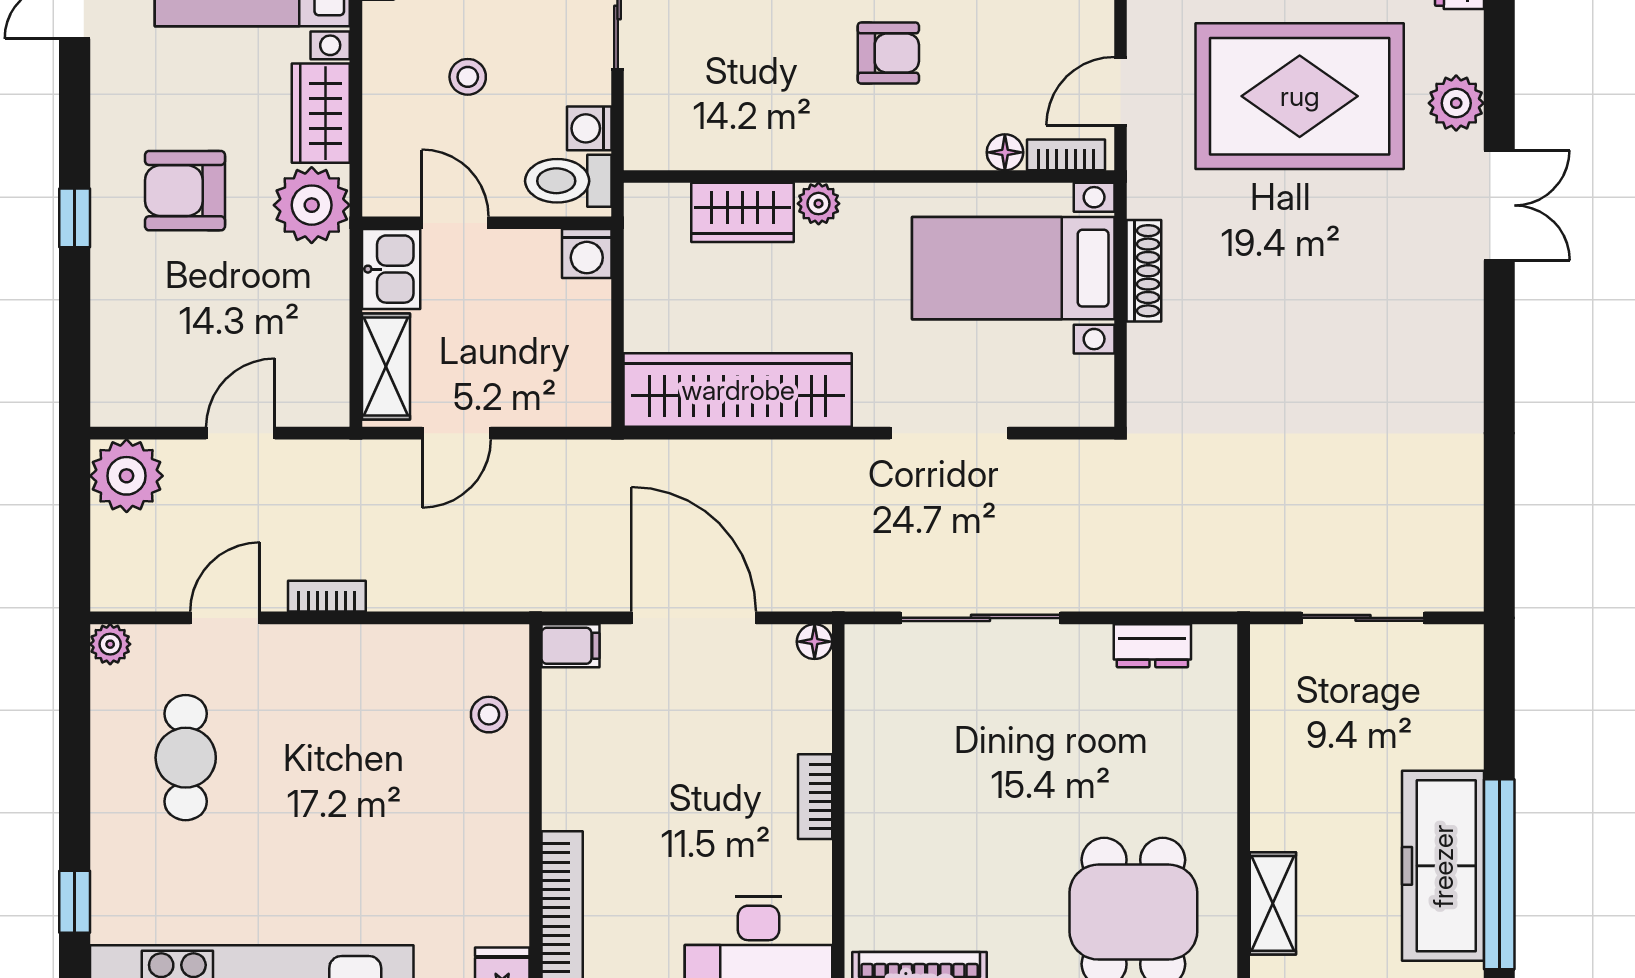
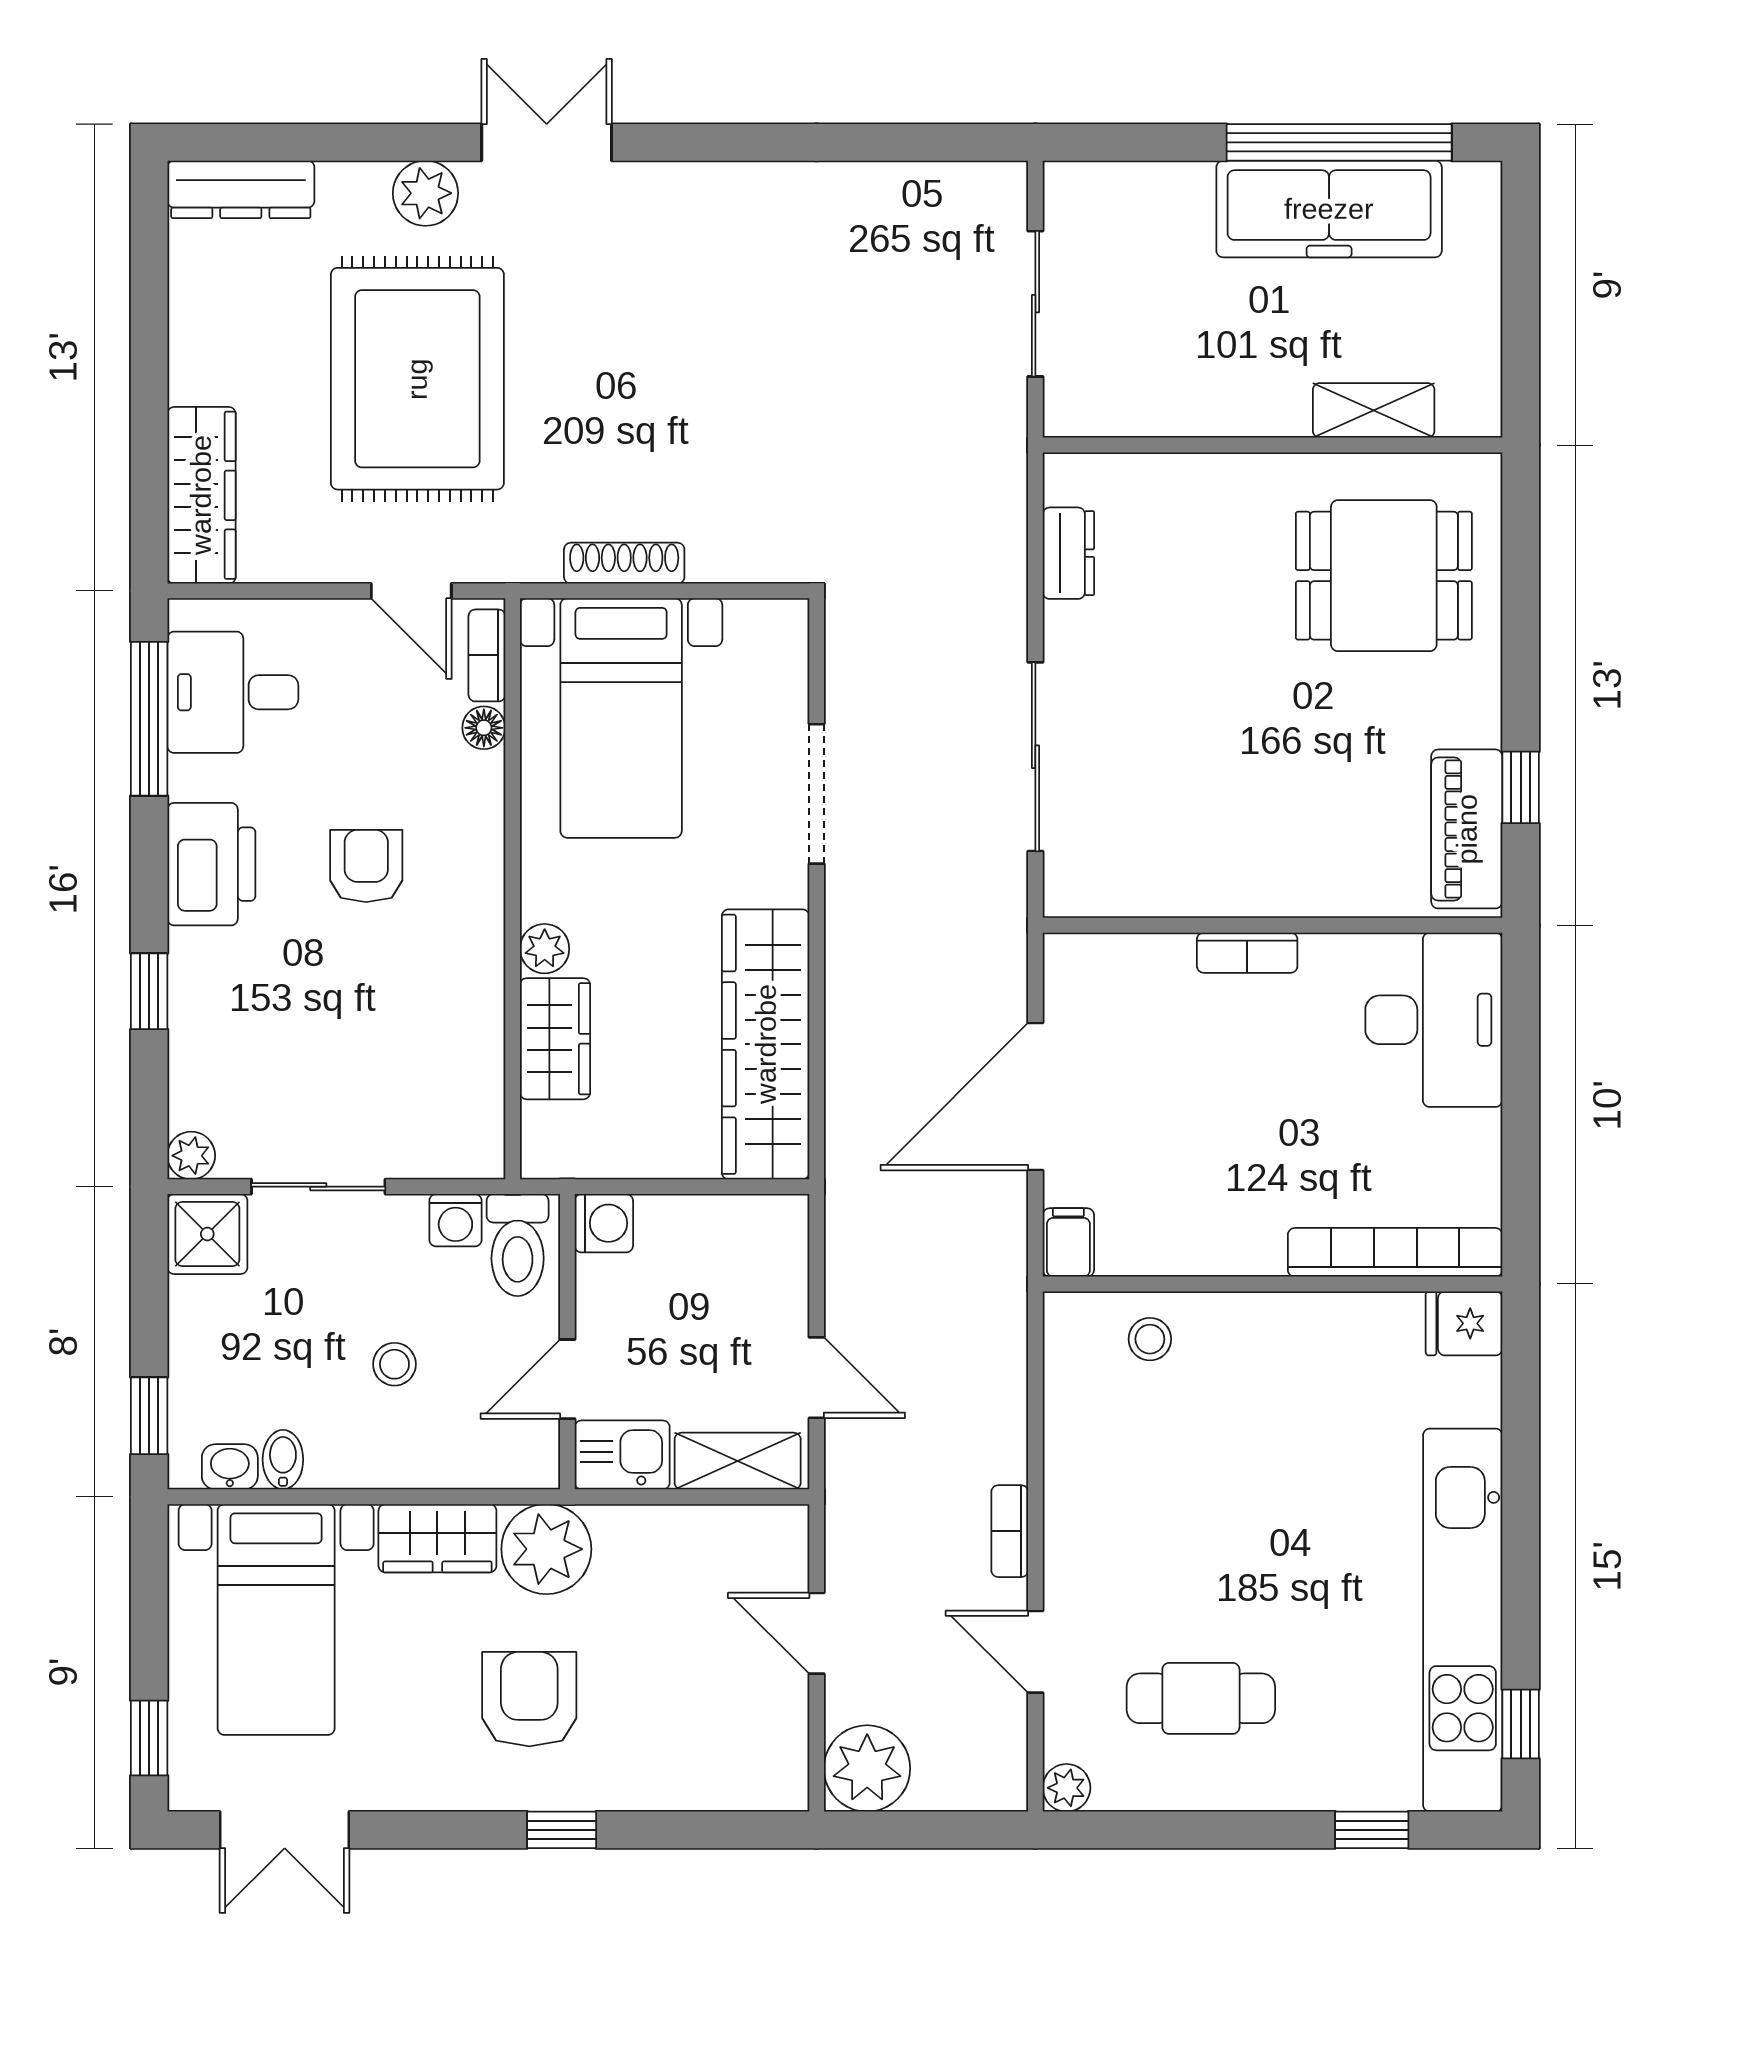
armchair: (185, 191) -> (529, 1699), turned 180
floor lamp: (815, 642) -> (1063, 953), removed

